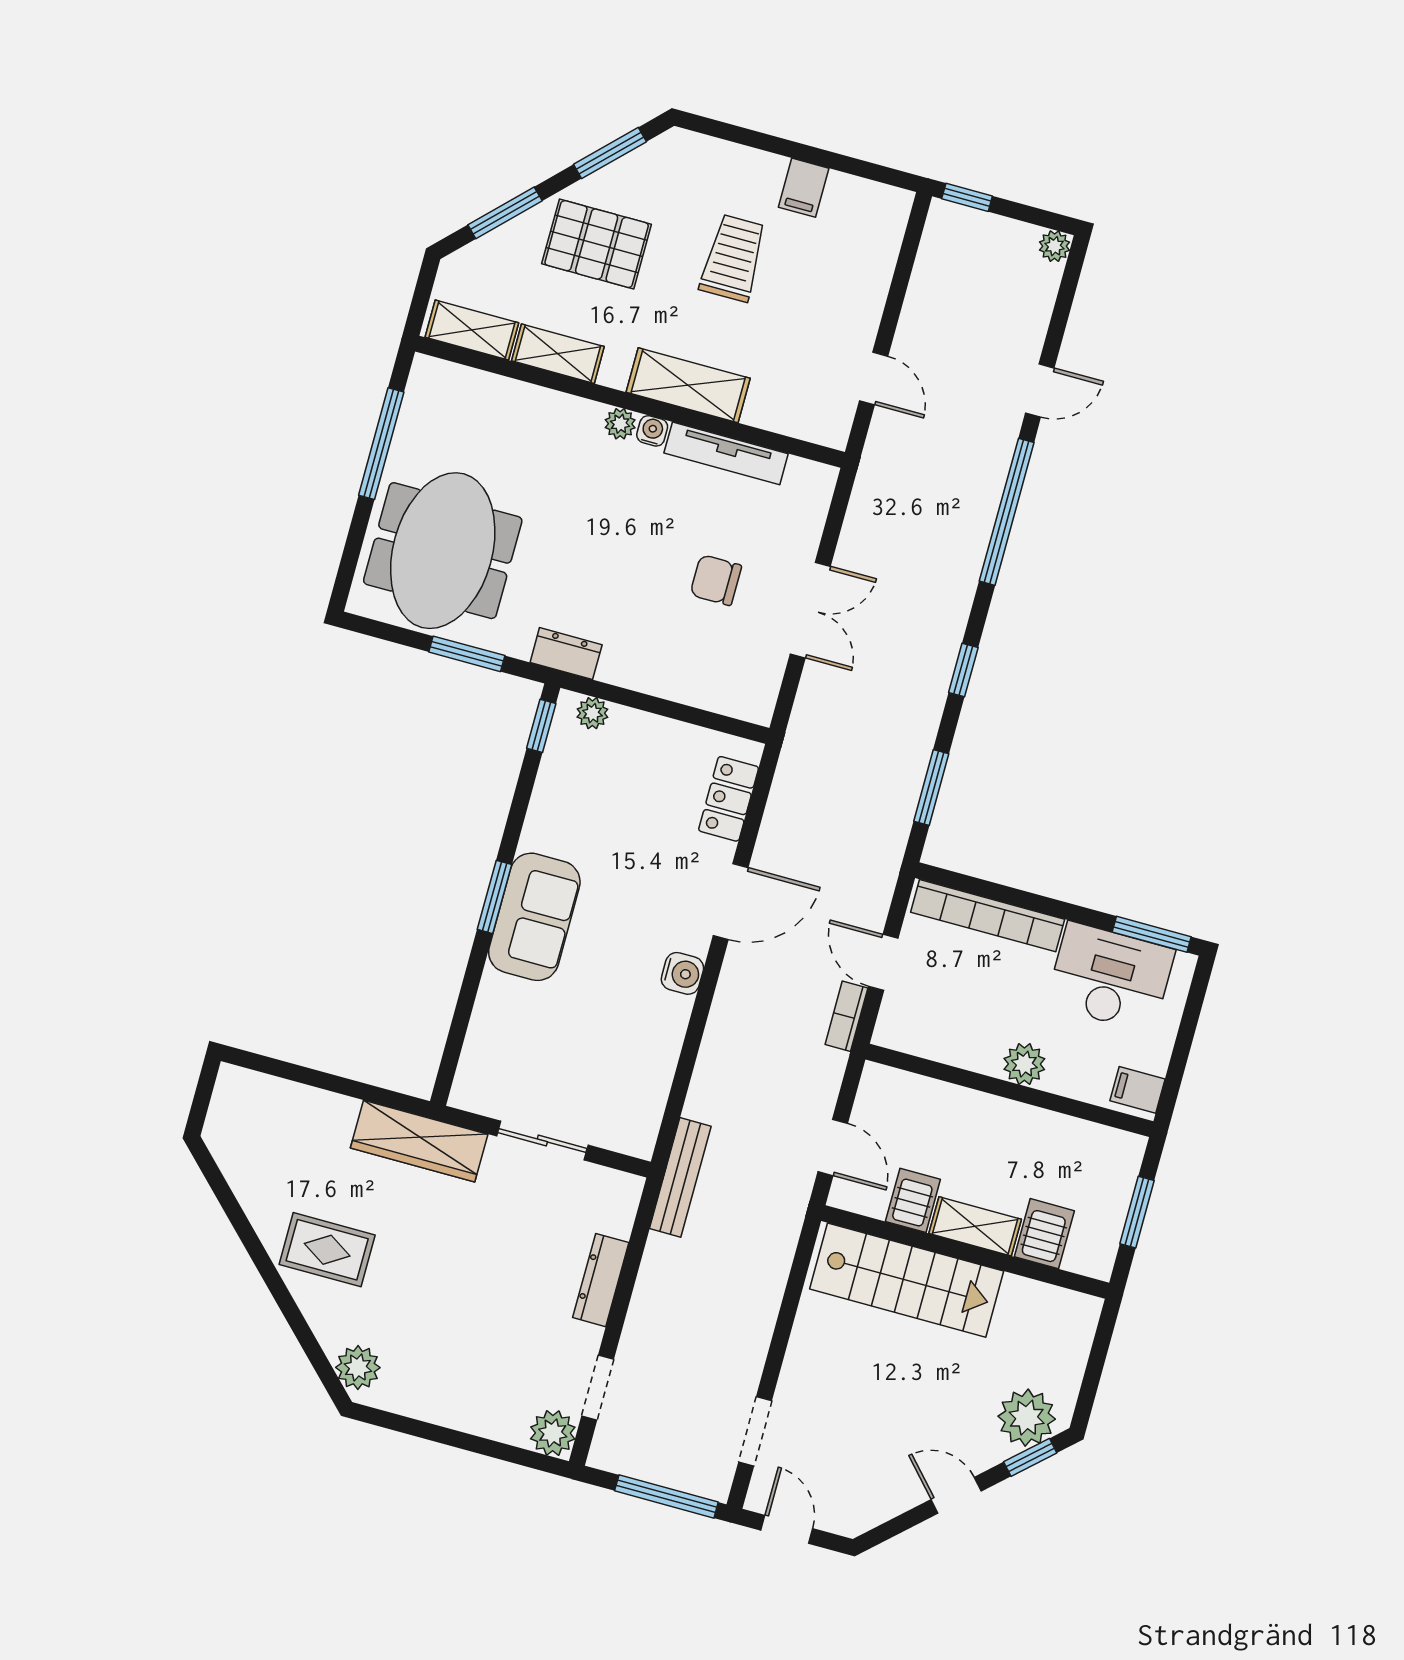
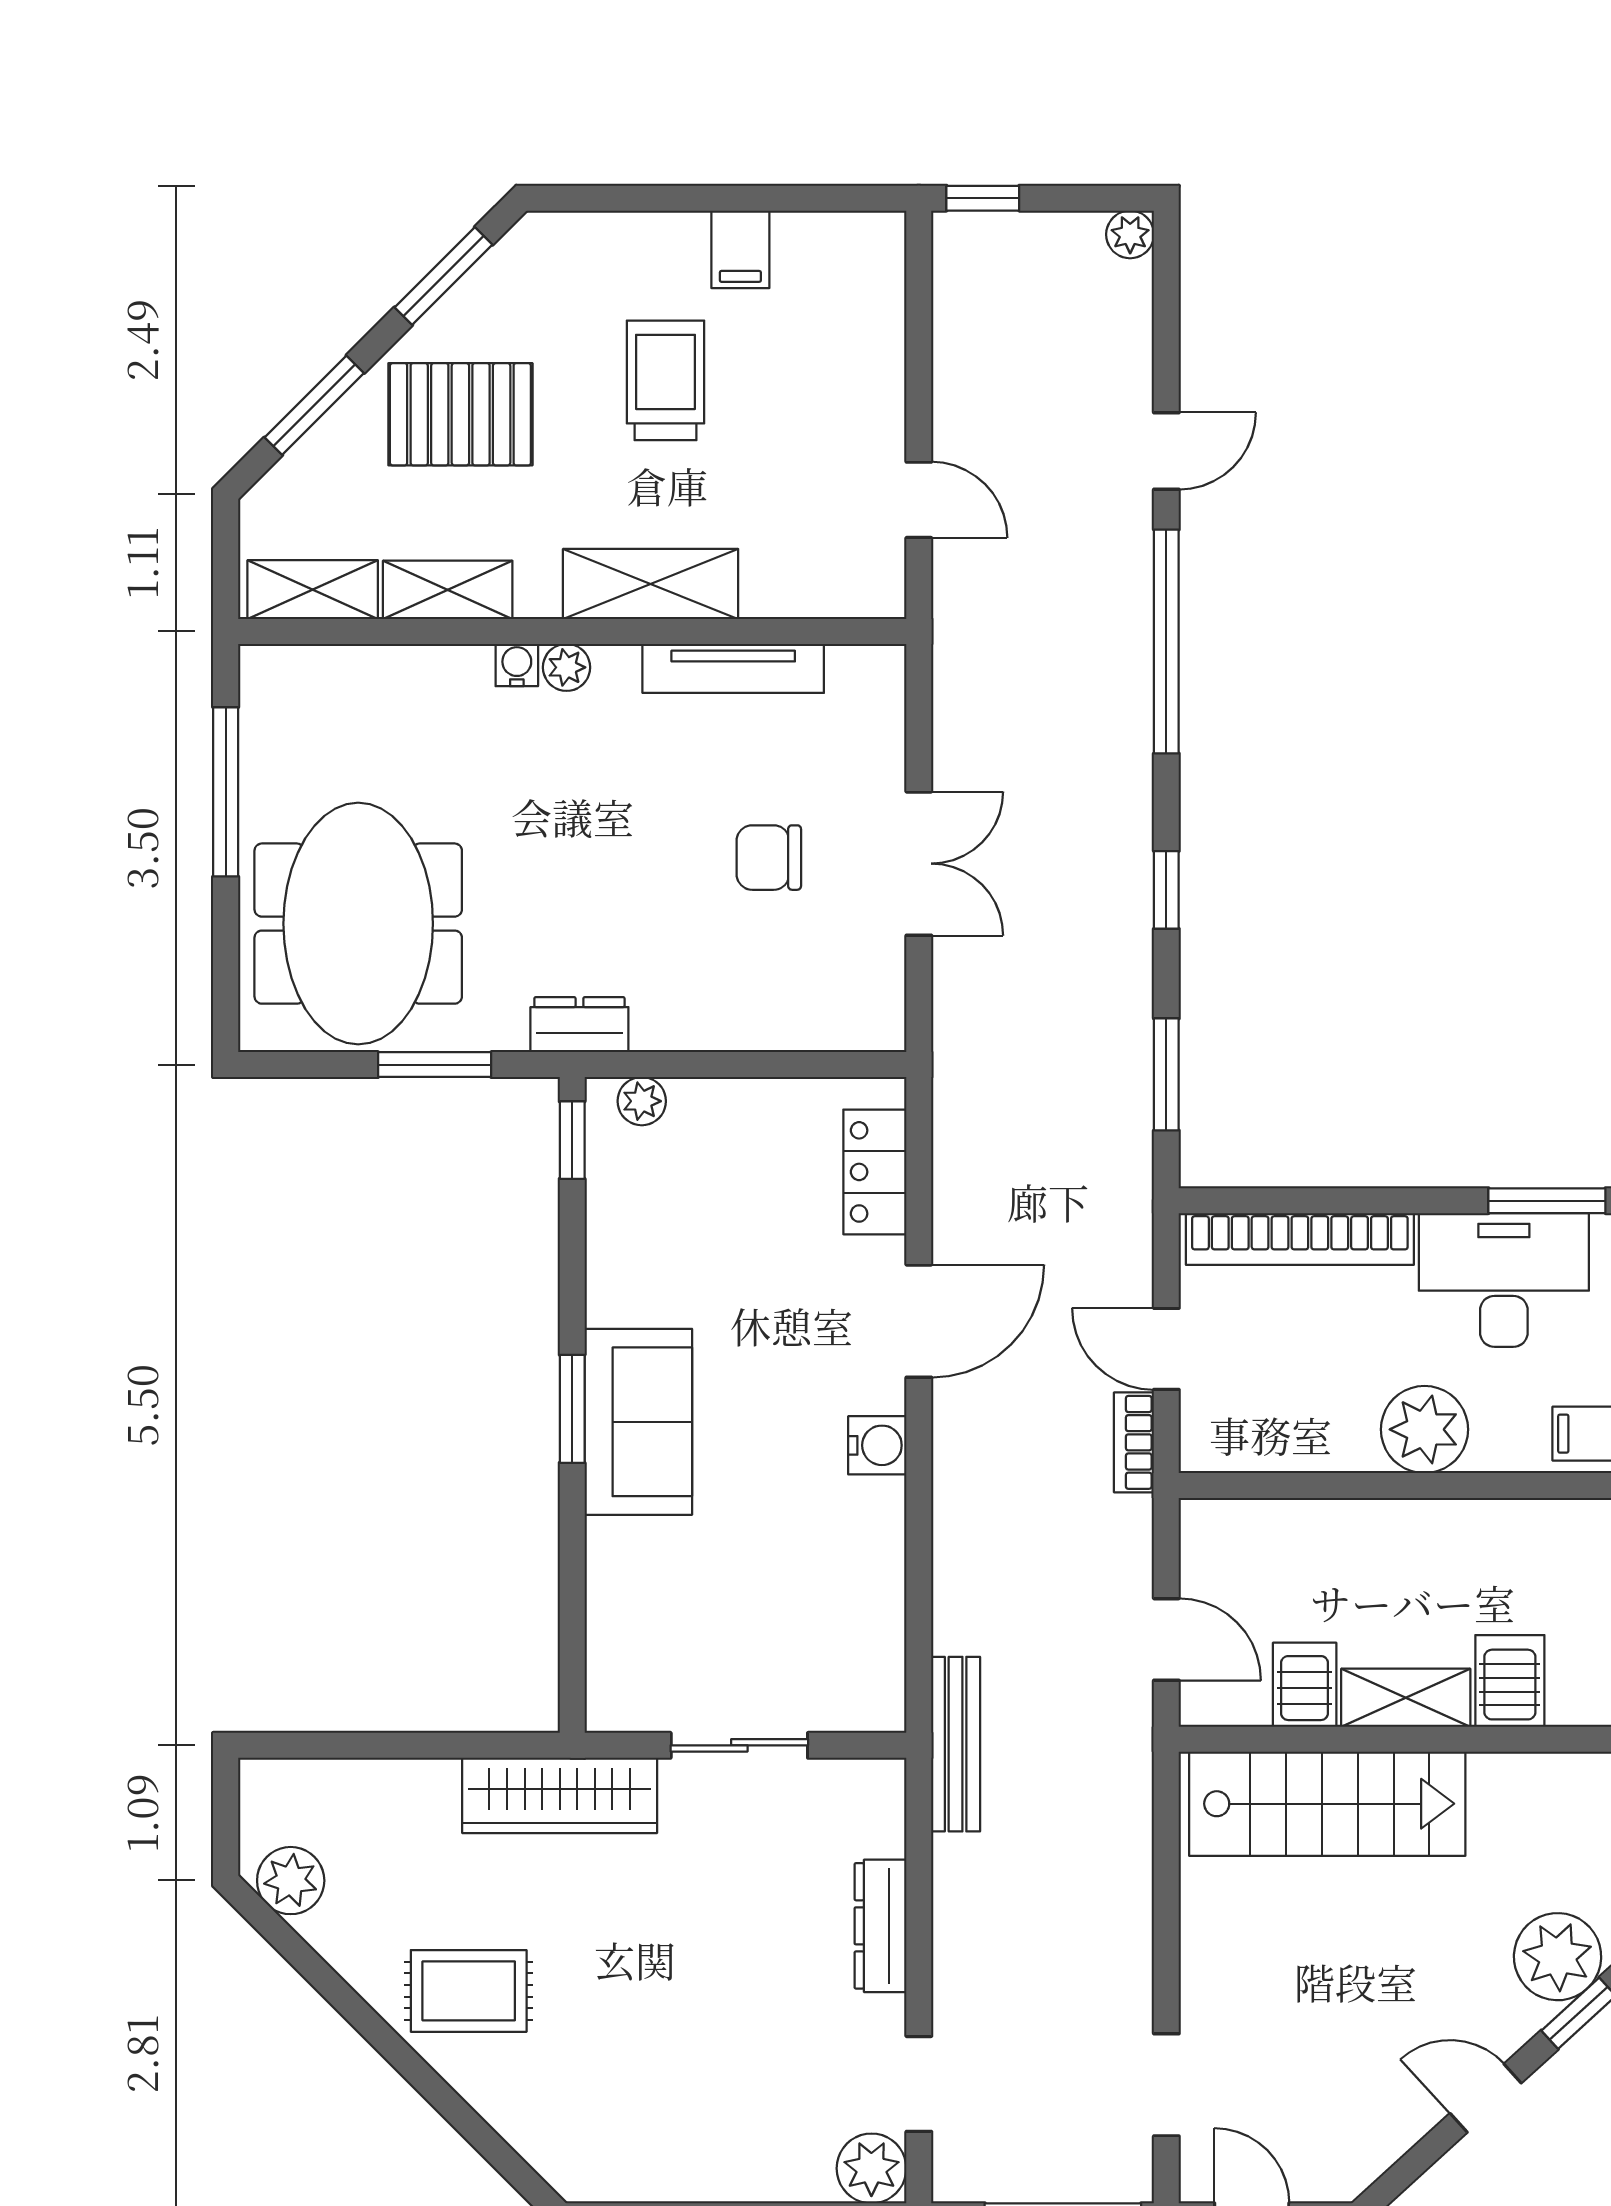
water cooler: (652, 431) -> (517, 665), moved
plant: (1024, 1064) -> (1424, 1429), width x1.36, depth x1.36
plant: (358, 1368) -> (291, 1881), moved

